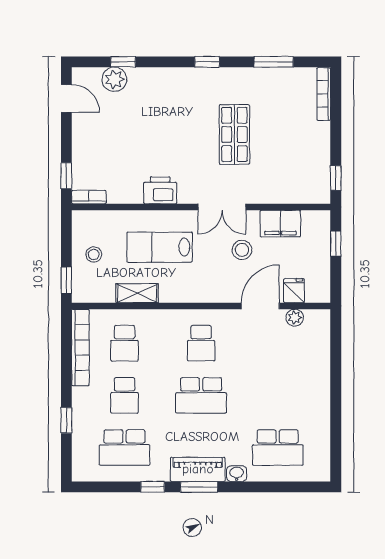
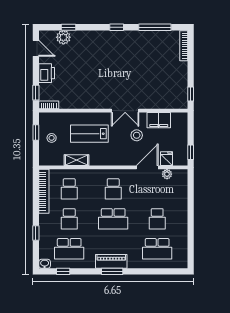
window: (274, 62) -> (155, 27), width x1.44
shop shelf: (234, 134) -> (132, 69), removed
printer: (160, 190) -> (47, 73), moved, turned 90
window: (336, 243) -> (191, 152), moved
window: (66, 280) -> (36, 132), moved
school desk: (278, 395) -> (157, 219), added
washbasin: (237, 474) -> (45, 264), moved
window: (153, 487) -> (63, 271), moved

